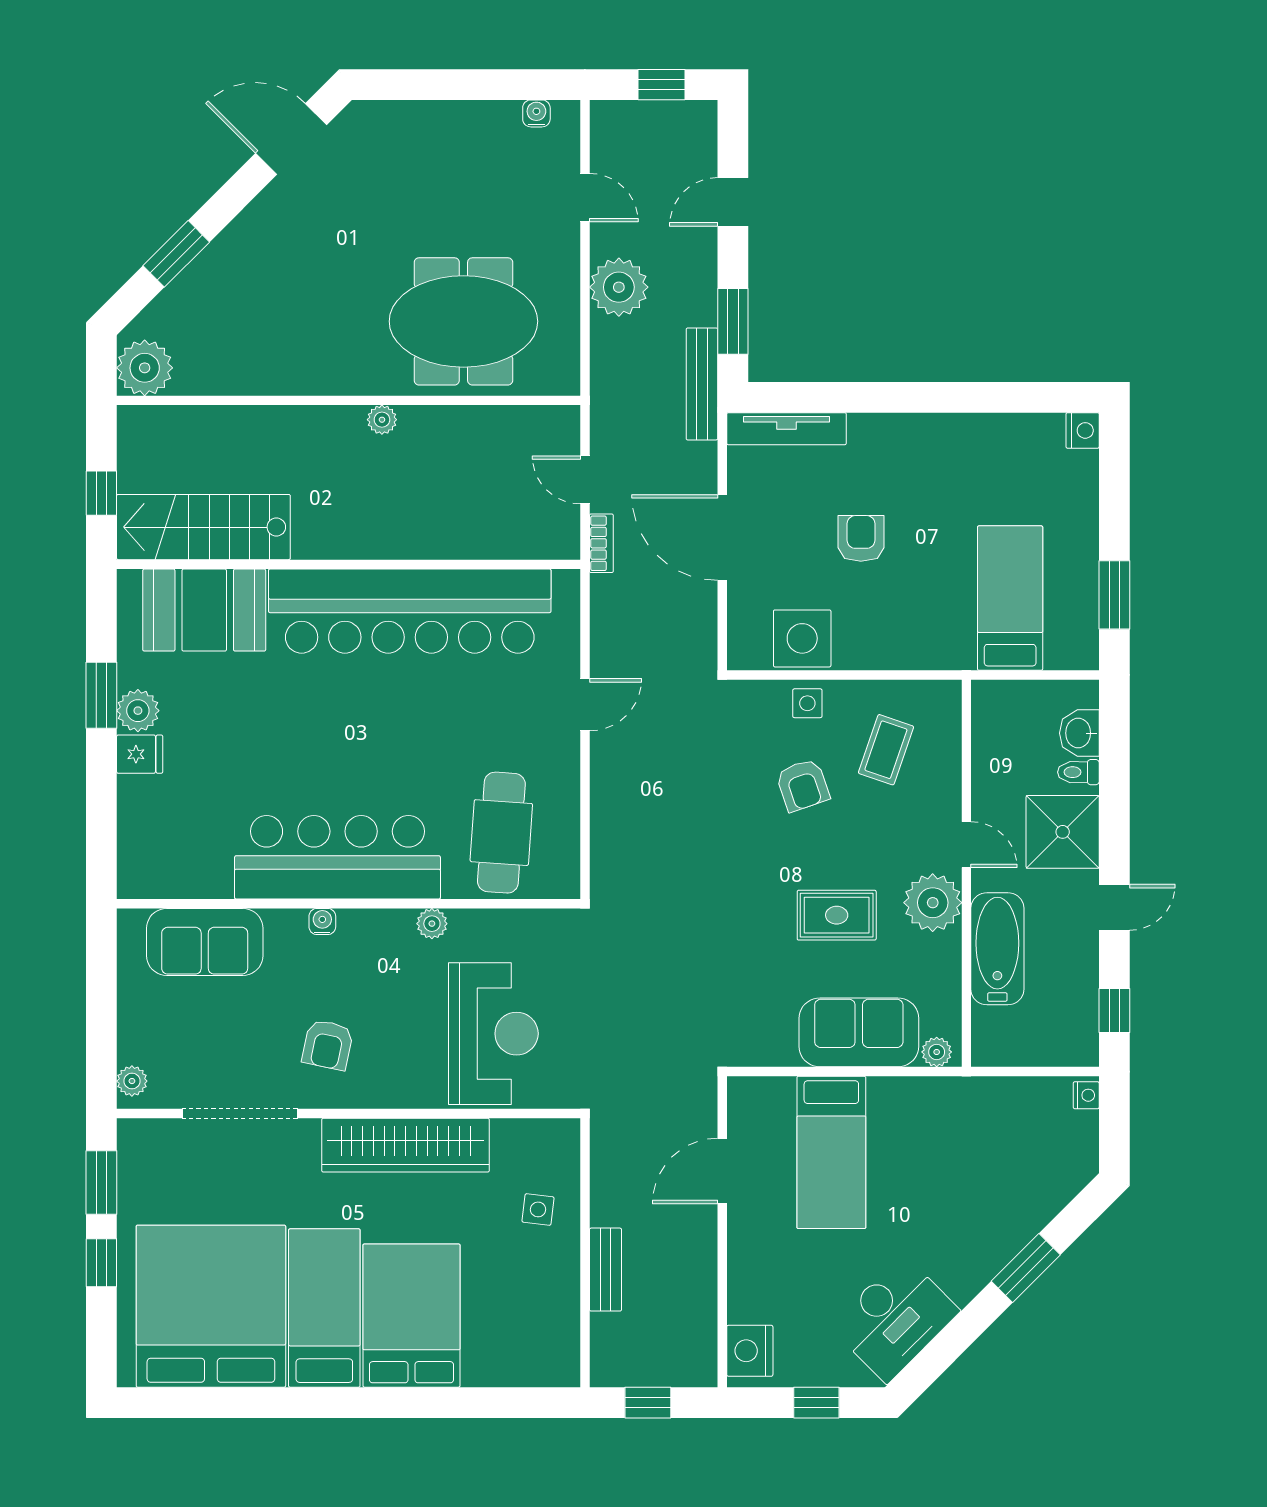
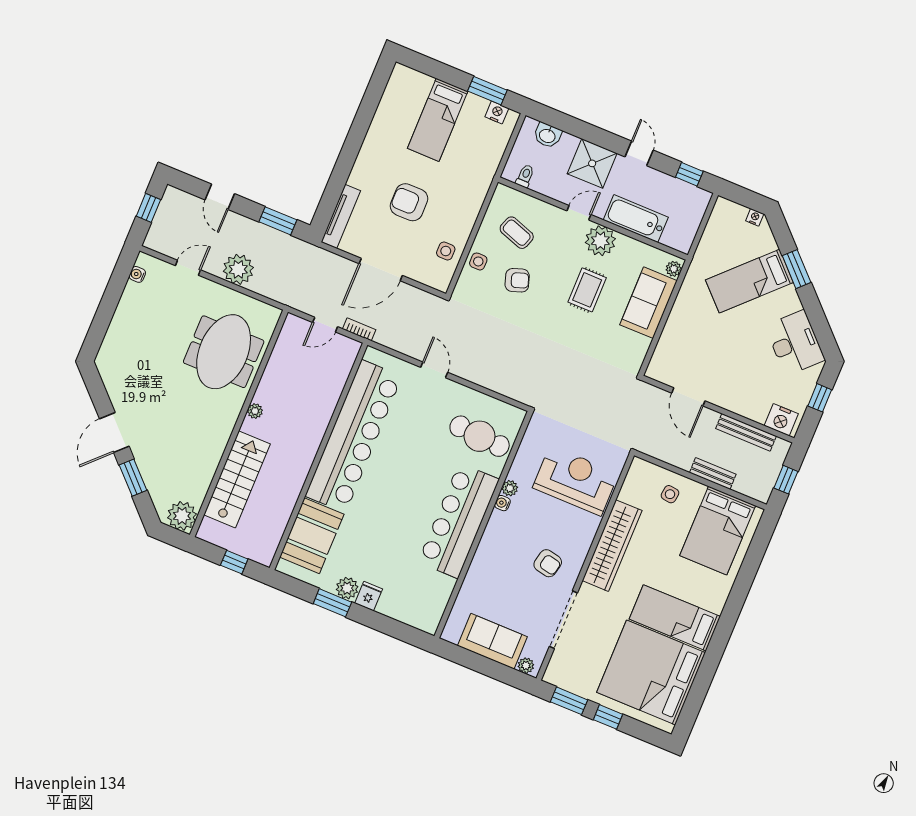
door: (291, 139) -> (114, 433), moved
bench: (702, 384) -> (746, 432), moved
nightstand: (1083, 430) -> (497, 113), moved
stairs: (203, 527) -> (237, 479), moved, turned 180
armchair: (861, 538) -> (409, 202), width x1.38, depth x1.38
bed: (1010, 598) -> (438, 120), moved, turned -90
side table: (802, 638) -> (446, 251), width x0.54, depth x0.54
toilet: (1078, 772) -> (525, 176), moved, turned 180
water cooler: (322, 921) -> (502, 503), moved
sofa: (205, 942) -> (492, 641), moved, turned -90
nightstand: (1086, 1095) -> (755, 217), moved
bed: (831, 1152) -> (749, 281), moved, turned 135
bed: (411, 1316) -> (718, 531), moved, turned -90

